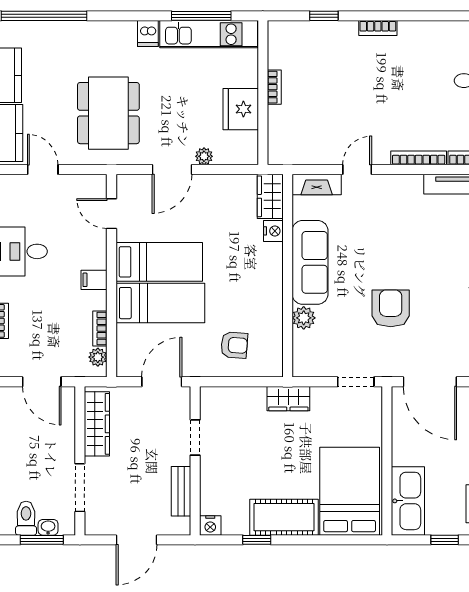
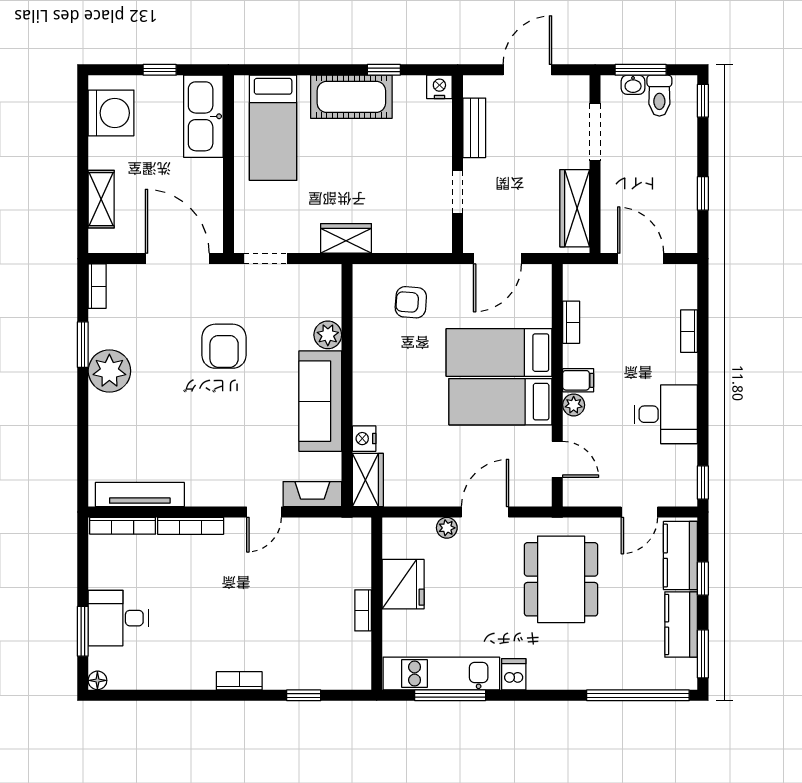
door: (43, 169) -> (639, 512), hinge flipped
plant: (98, 357) -> (574, 405), moved
bed: (350, 491) -> (273, 128), width x0.67

